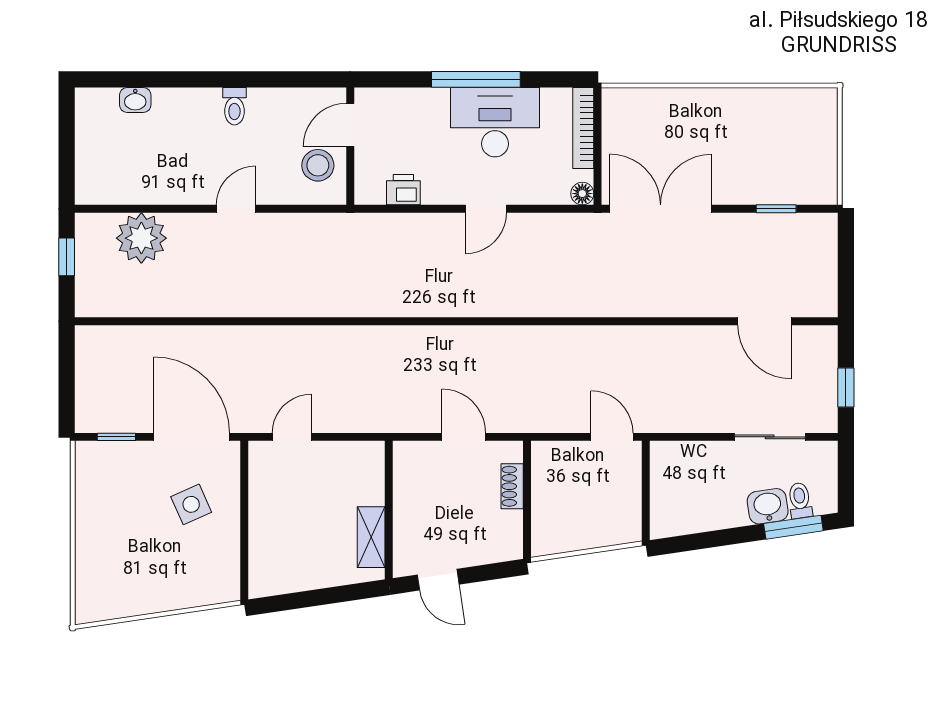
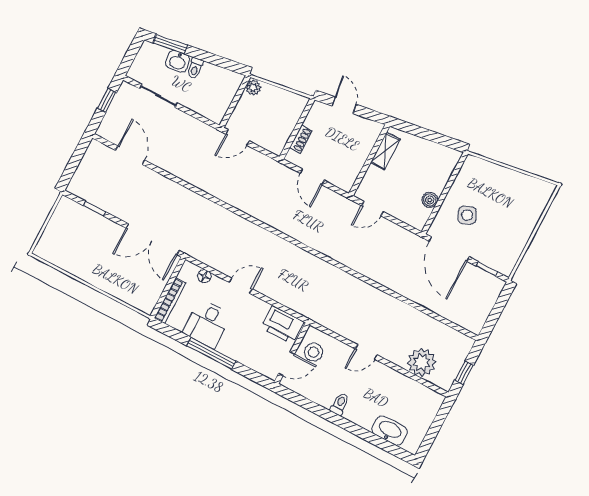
washbasin: (135, 100) -> (390, 431), width x1.91, depth x1.45
desk: (495, 122) -> (207, 324), width x0.73
printer: (403, 190) -> (282, 325), width x1.87, depth x1.48
floor lamp: (582, 194) -> (204, 276), moved
door: (292, 437) -> (372, 209), moved
door: (612, 437) -> (238, 138), hinge flipped
boiler: (262, 497) -> (430, 200), added
toilet: (800, 500) -> (195, 68), moved
plant: (629, 528) -> (253, 87), added
door: (438, 580) -> (344, 105), moved

